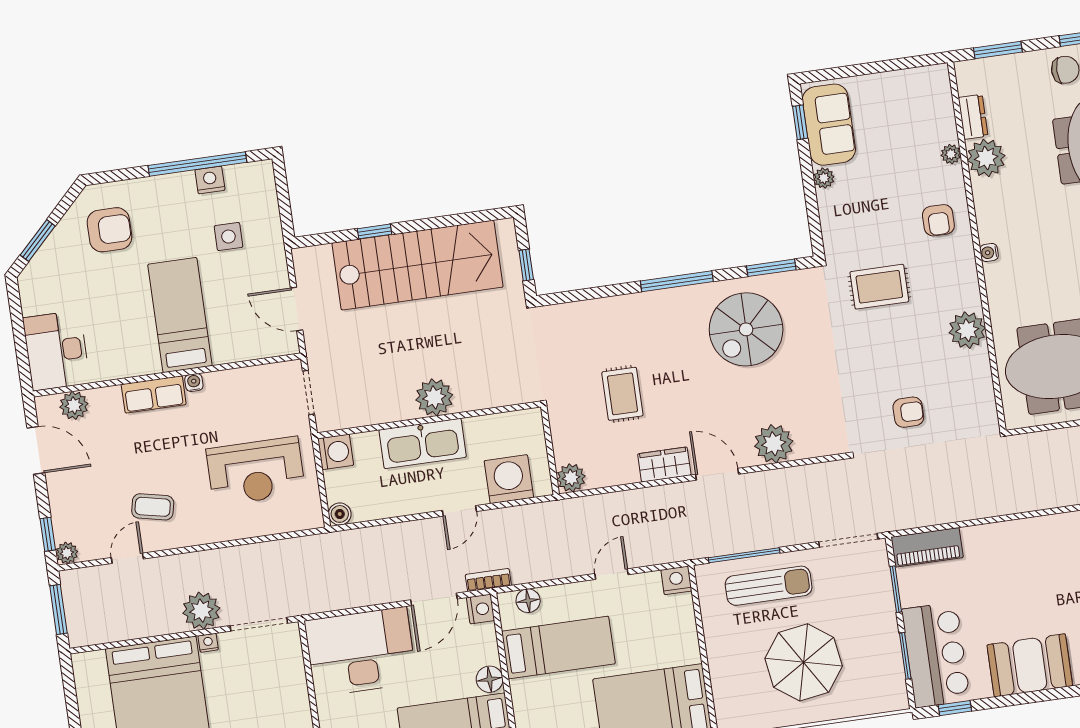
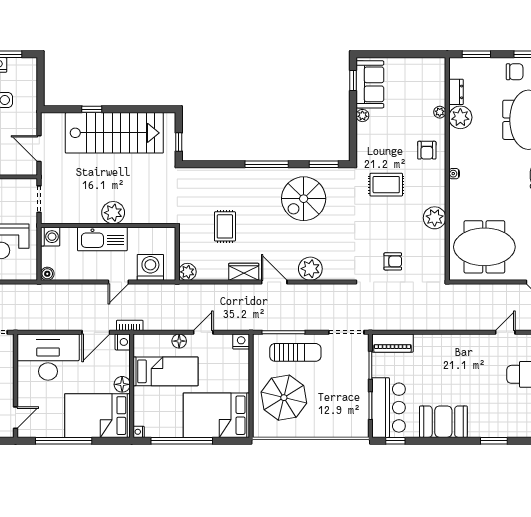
floor lamp: (528, 601) -> (179, 341), moved
parasol: (804, 662) -> (284, 398), moved

